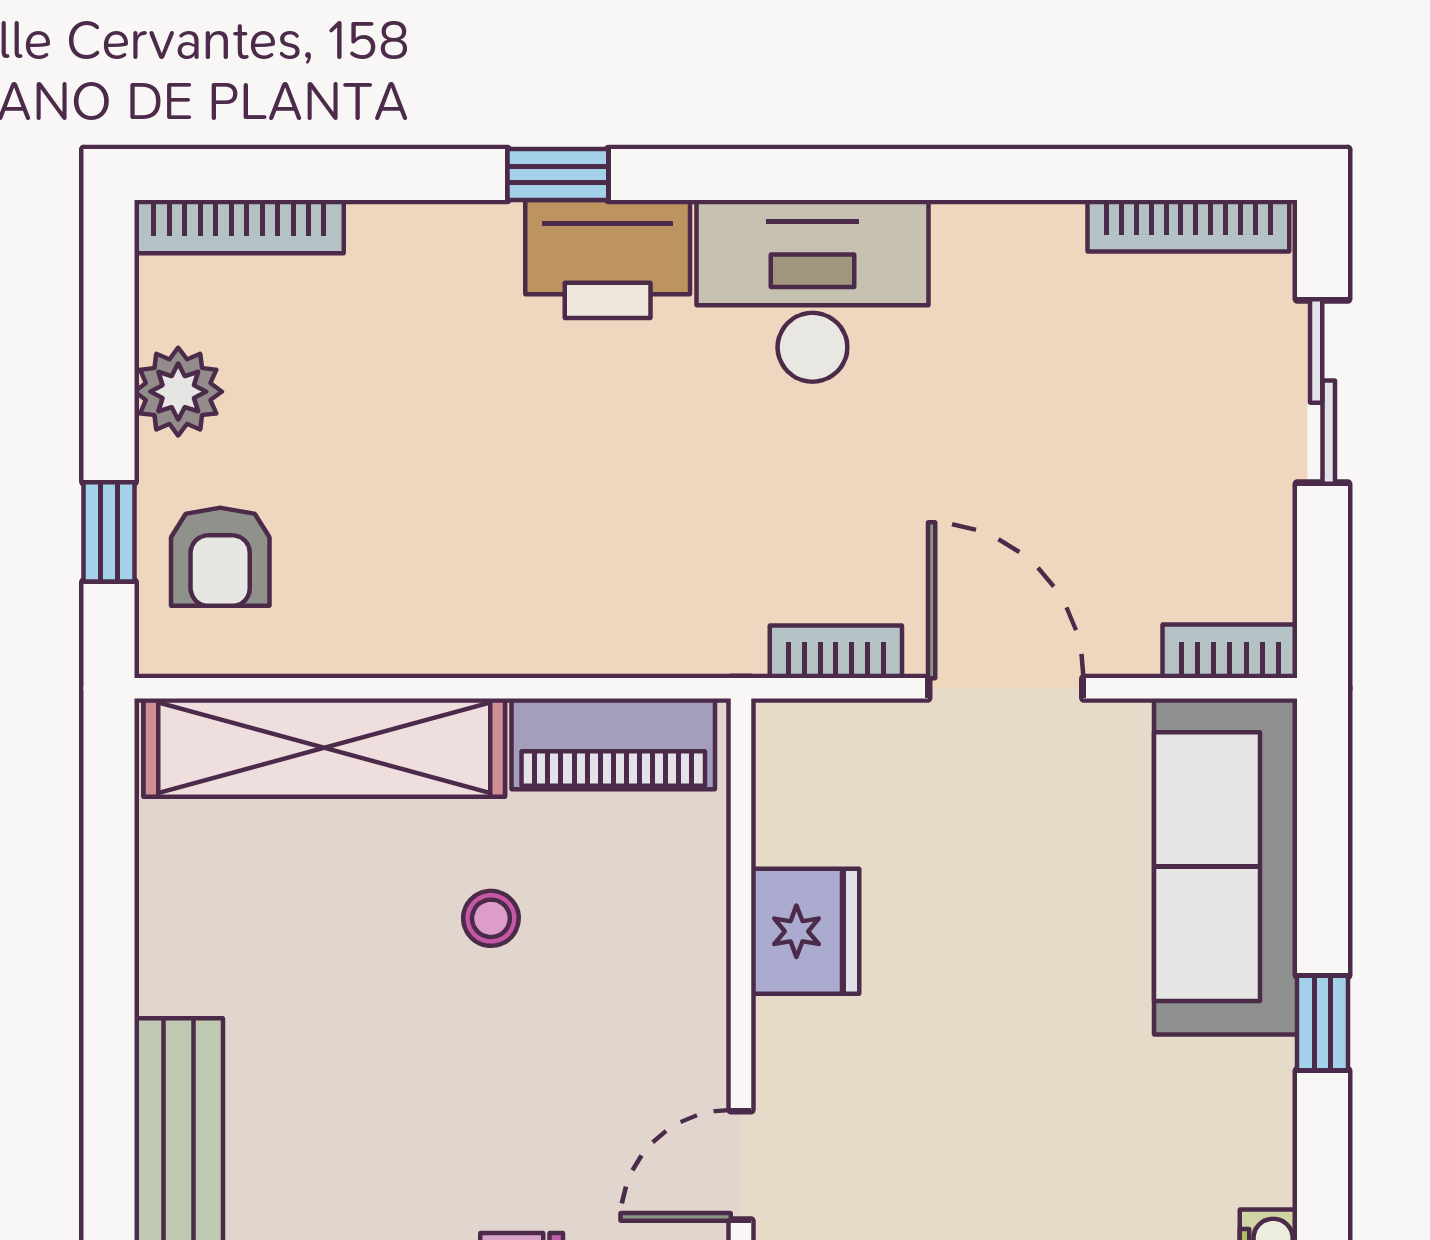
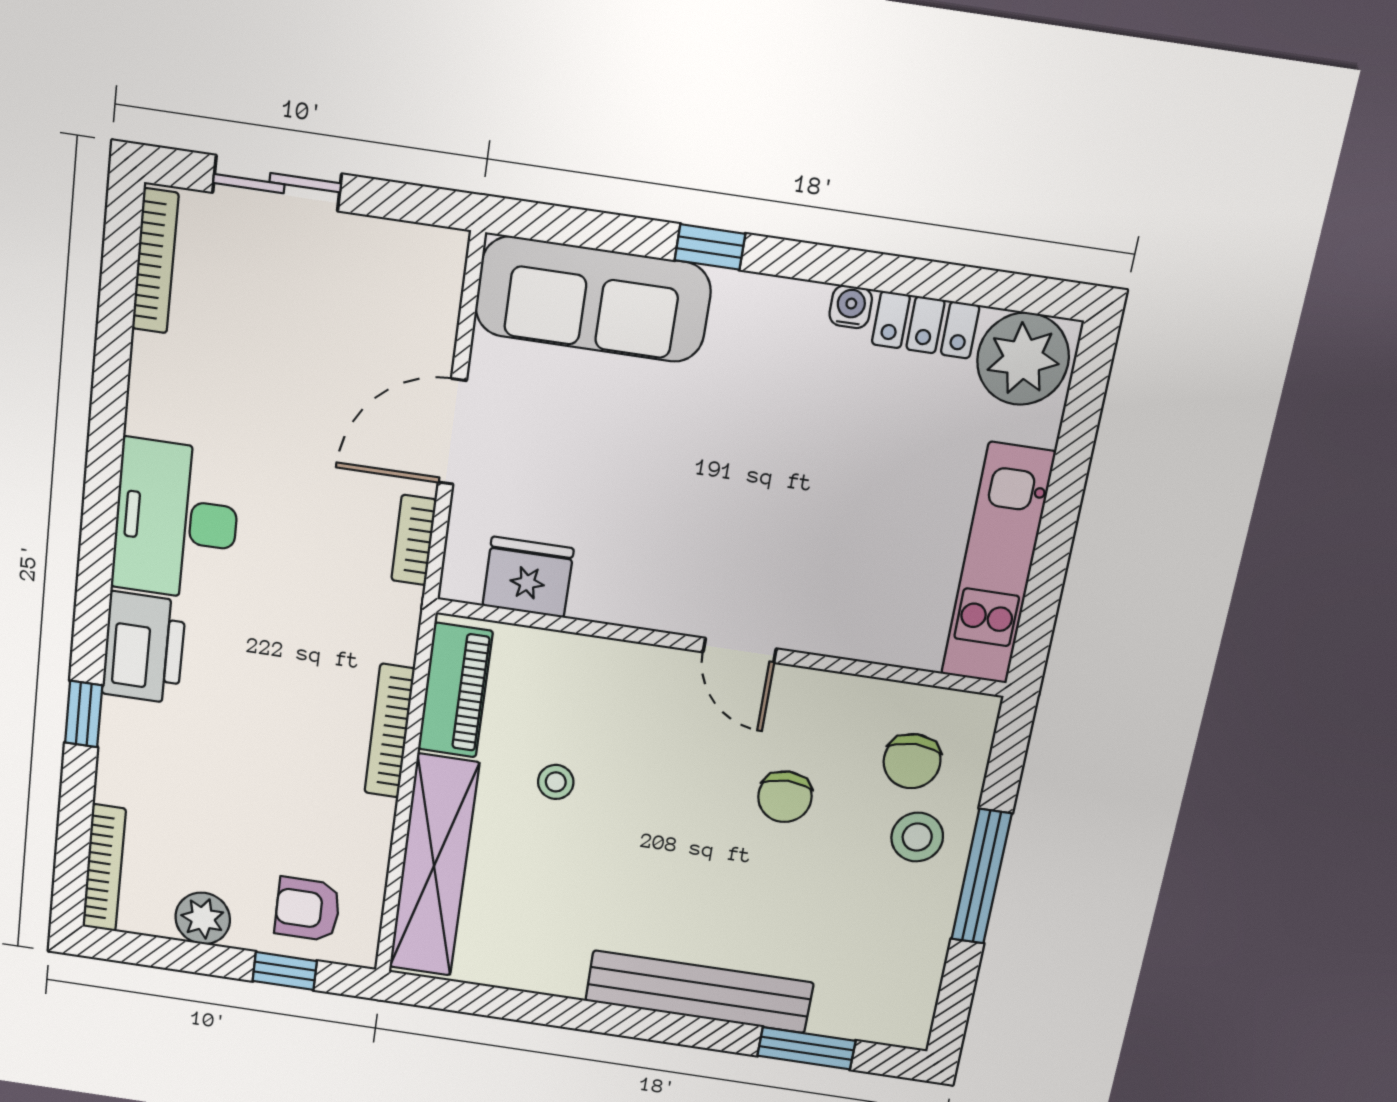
window: (558, 175) -> (84, 714), moved
armchair: (220, 557) -> (308, 909), turned 180
bookcase: (1230, 651) -> (390, 731), moved, width x1.56
fridge: (805, 931) -> (528, 577), moved

